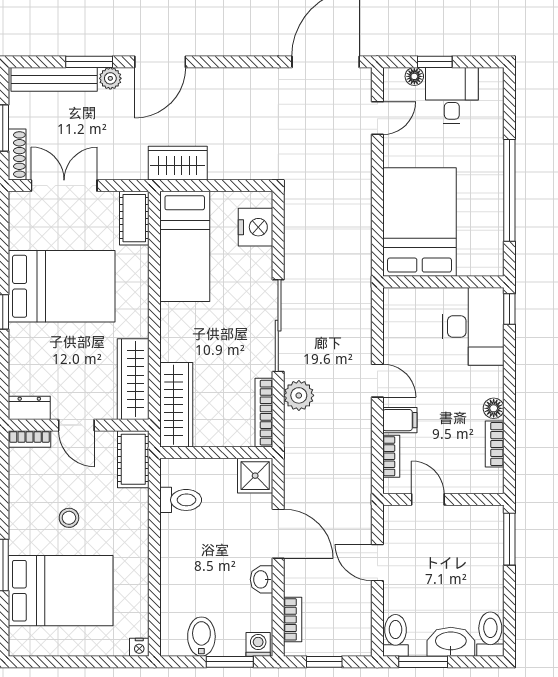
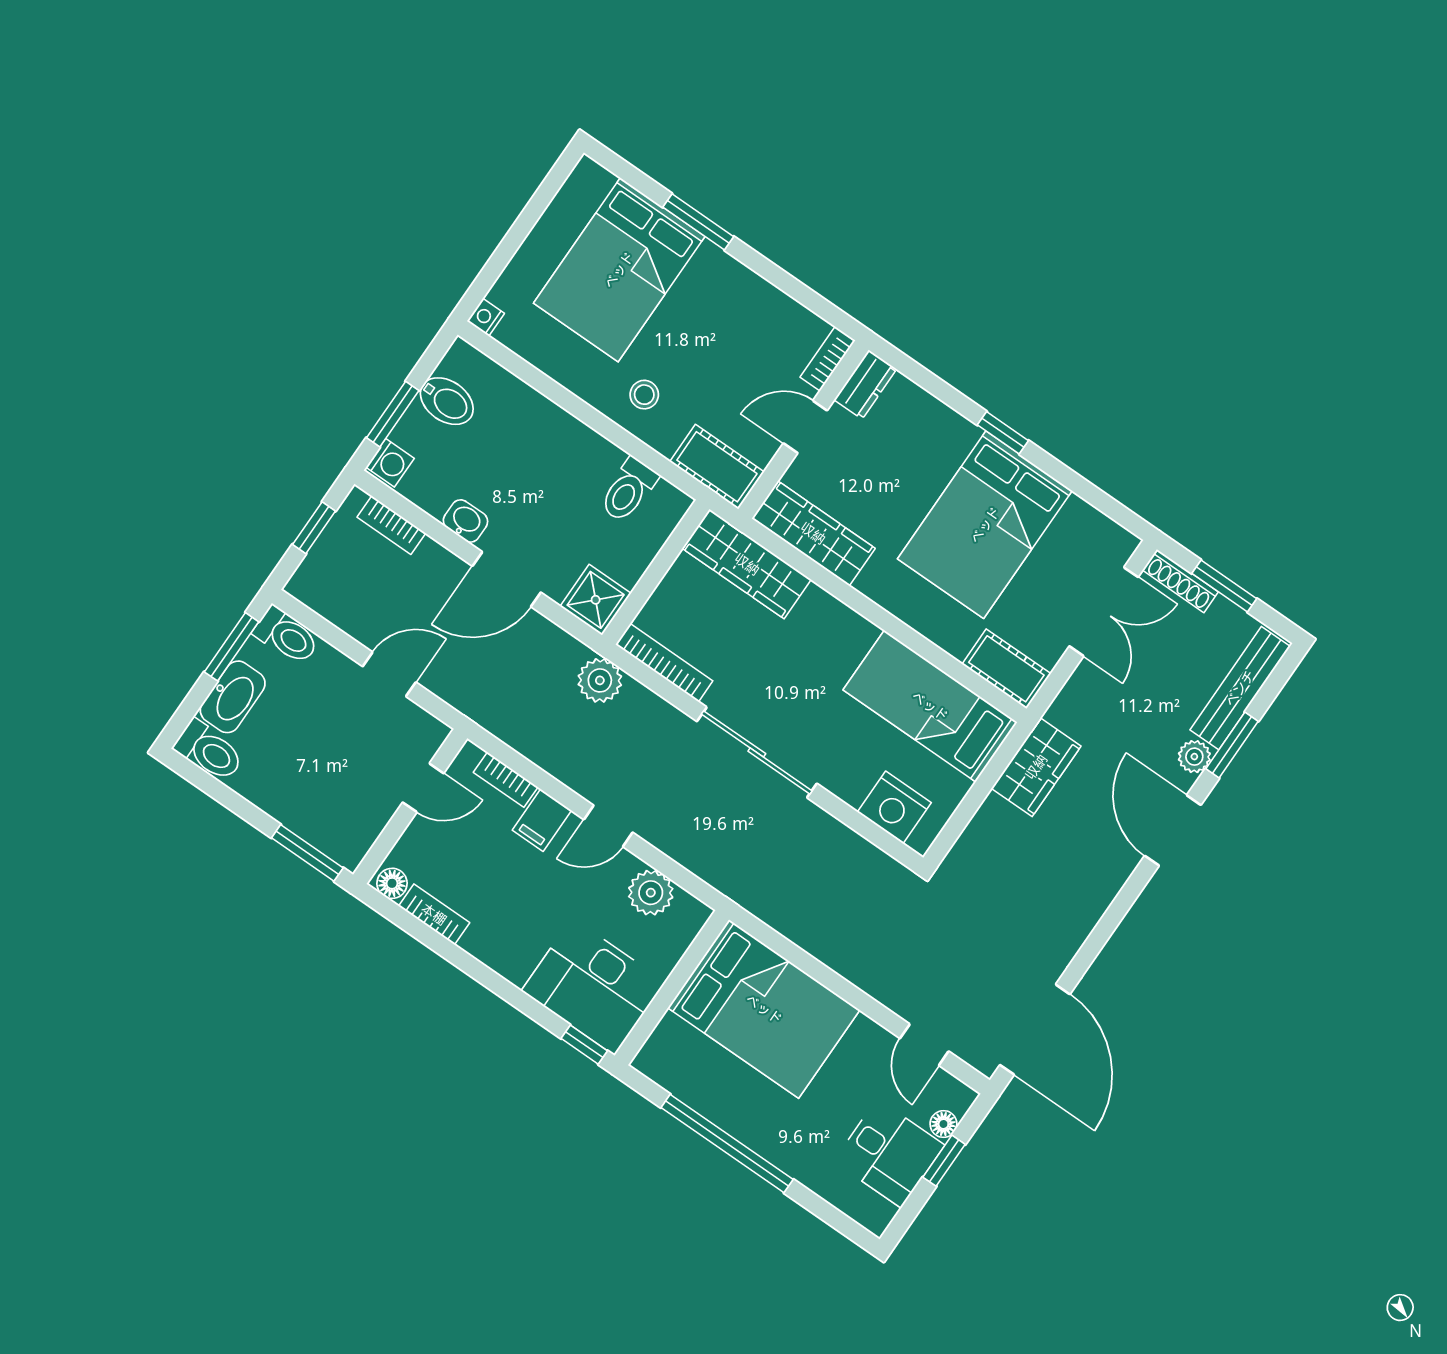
plant: (398, 331) -> (651, 893), added
plant: (299, 395) -> (600, 680), moved
floor lamp: (494, 408) -> (392, 883), moved
stool: (69, 518) -> (644, 395), moved

